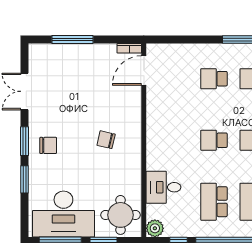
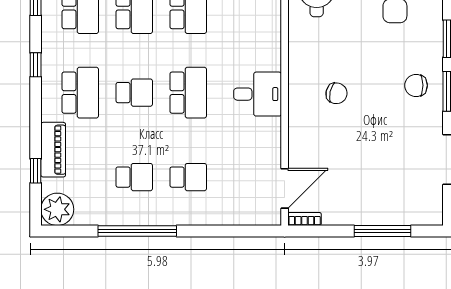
school desk: (214, 140) -> (188, 93), width x1.85
desk: (163, 187) -> (258, 94), moved

